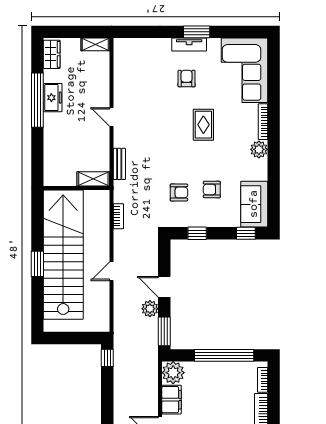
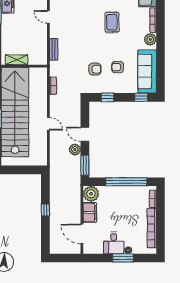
shelving: (93, 179) -> (17, 60), moved
sofa: (254, 204) -> (147, 71), width x1.36
door: (111, 271) -> (48, 124), swing flipped
window: (107, 358) -> (45, 210), moved

